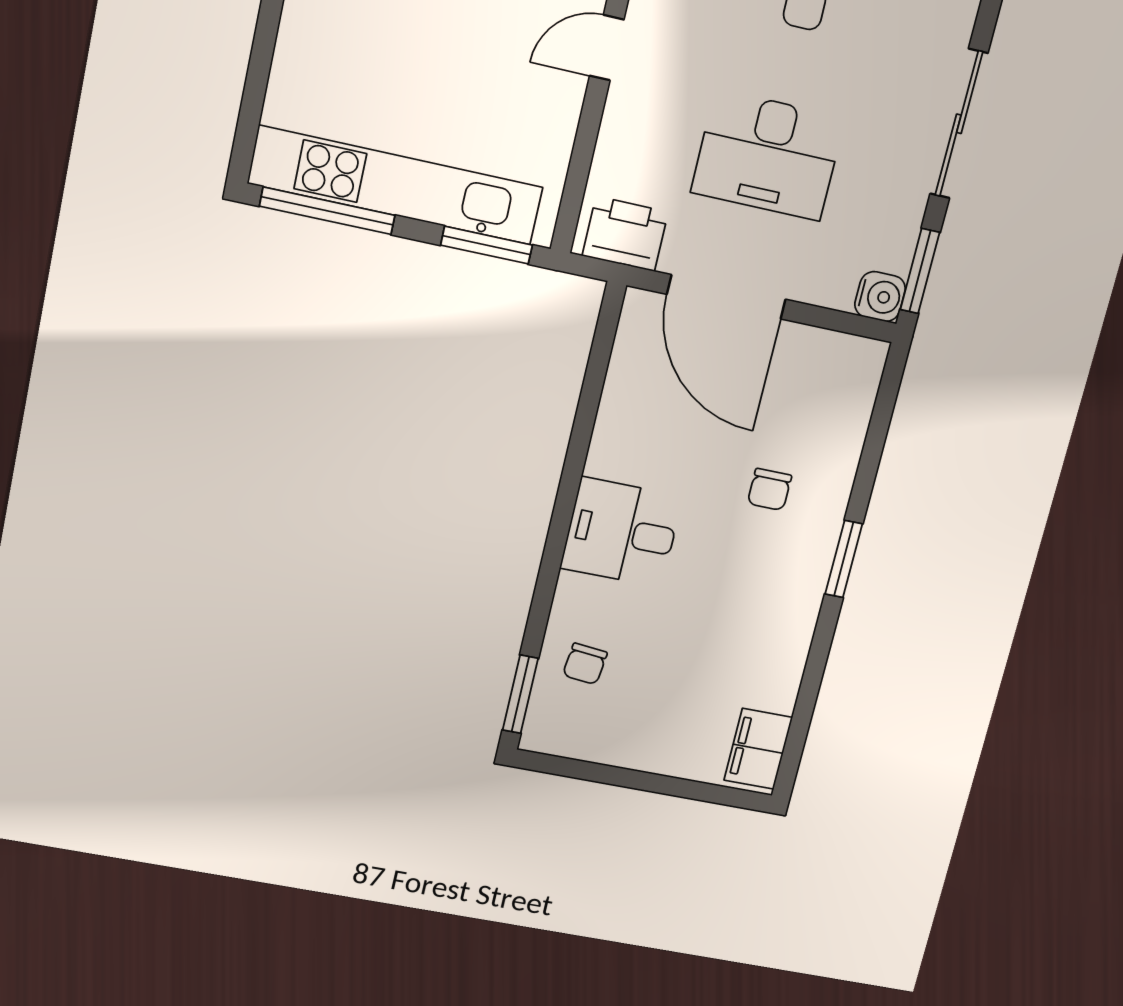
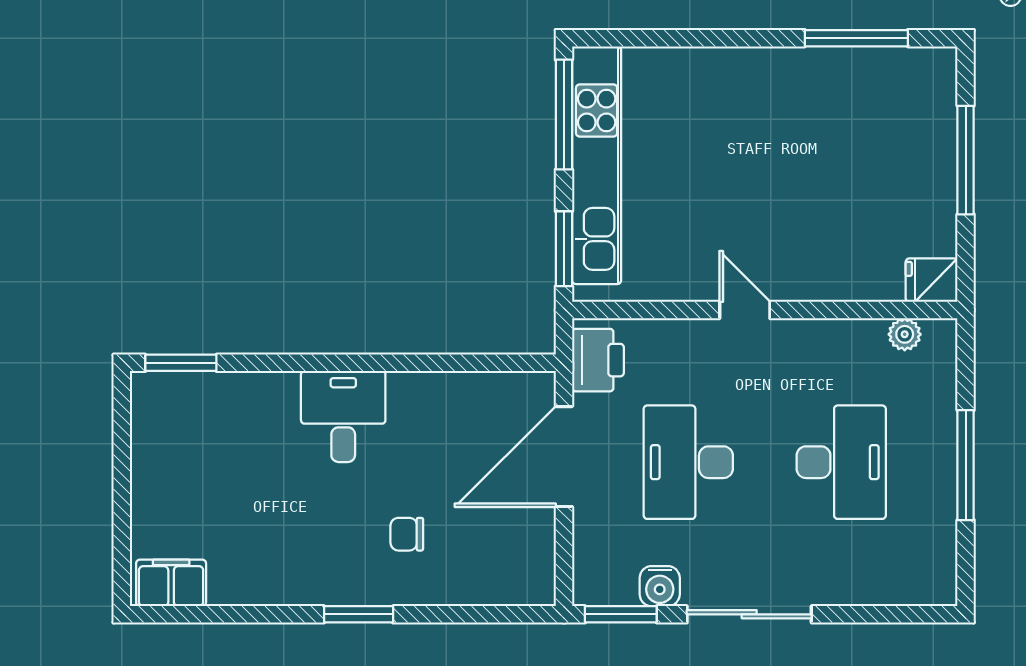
water cooler: (880, 297) -> (660, 586), moved
chair: (585, 664) -> (219, 412), removed

